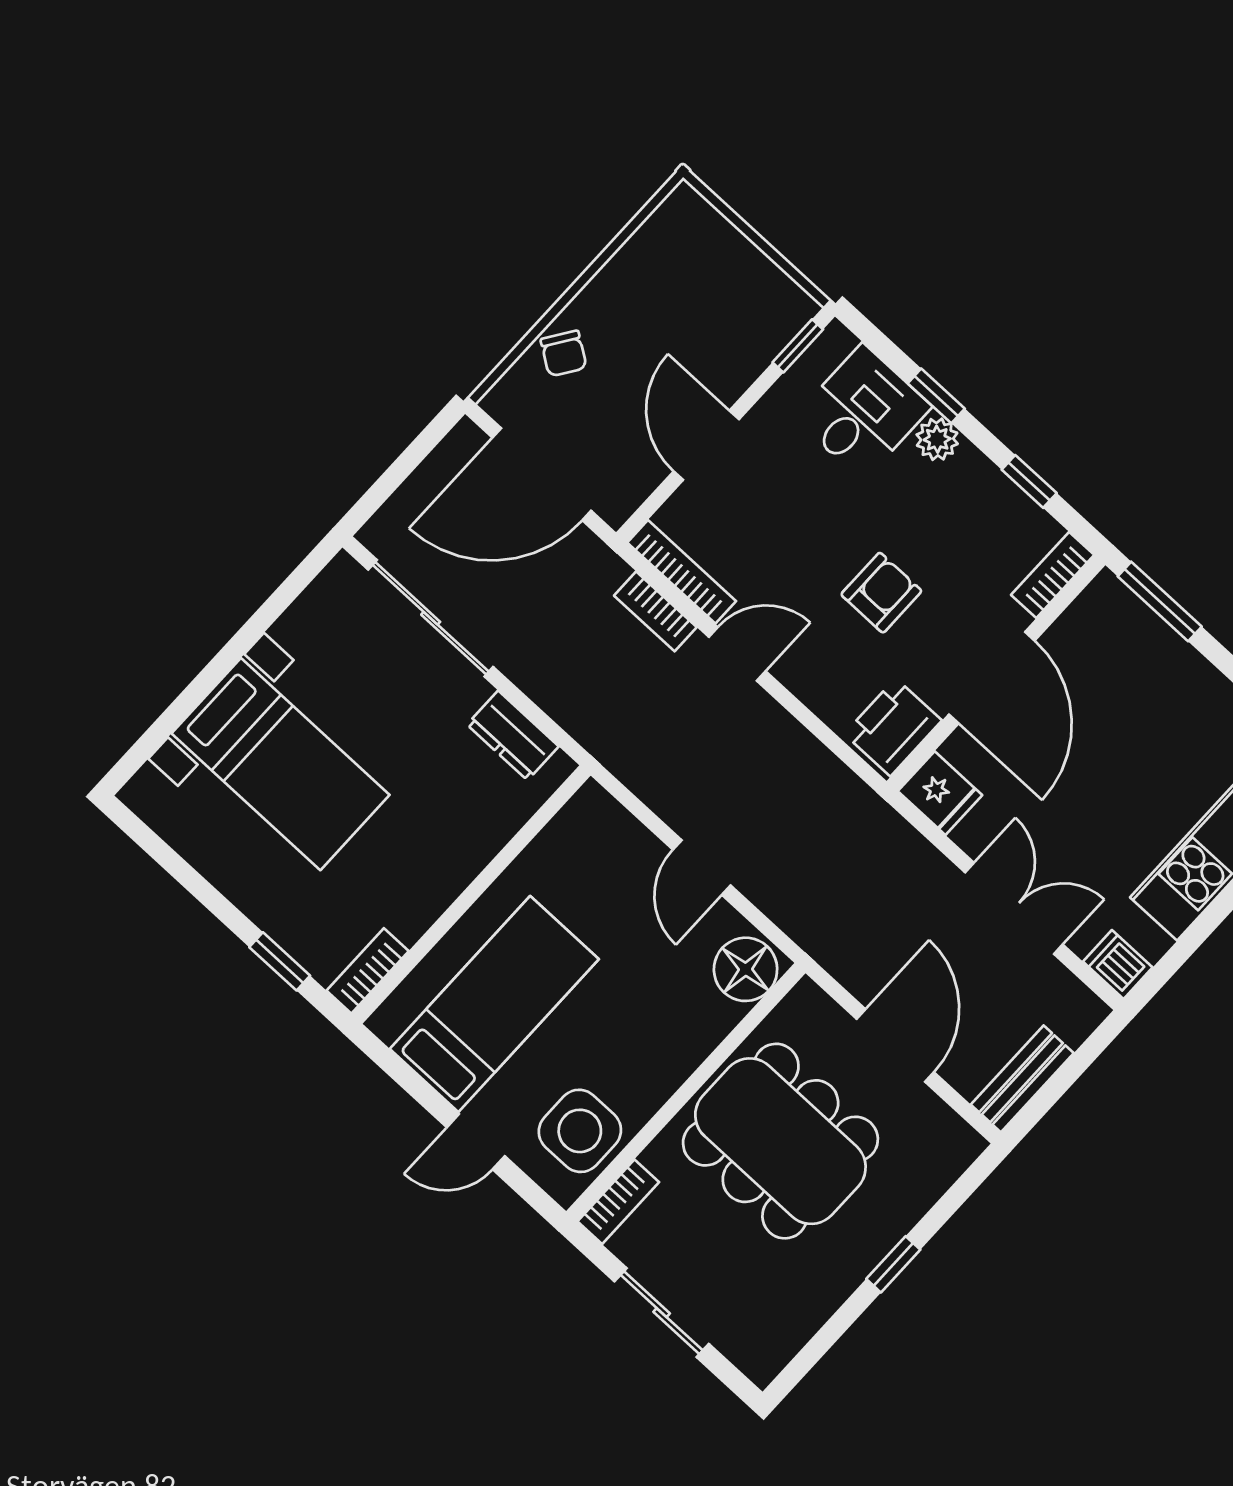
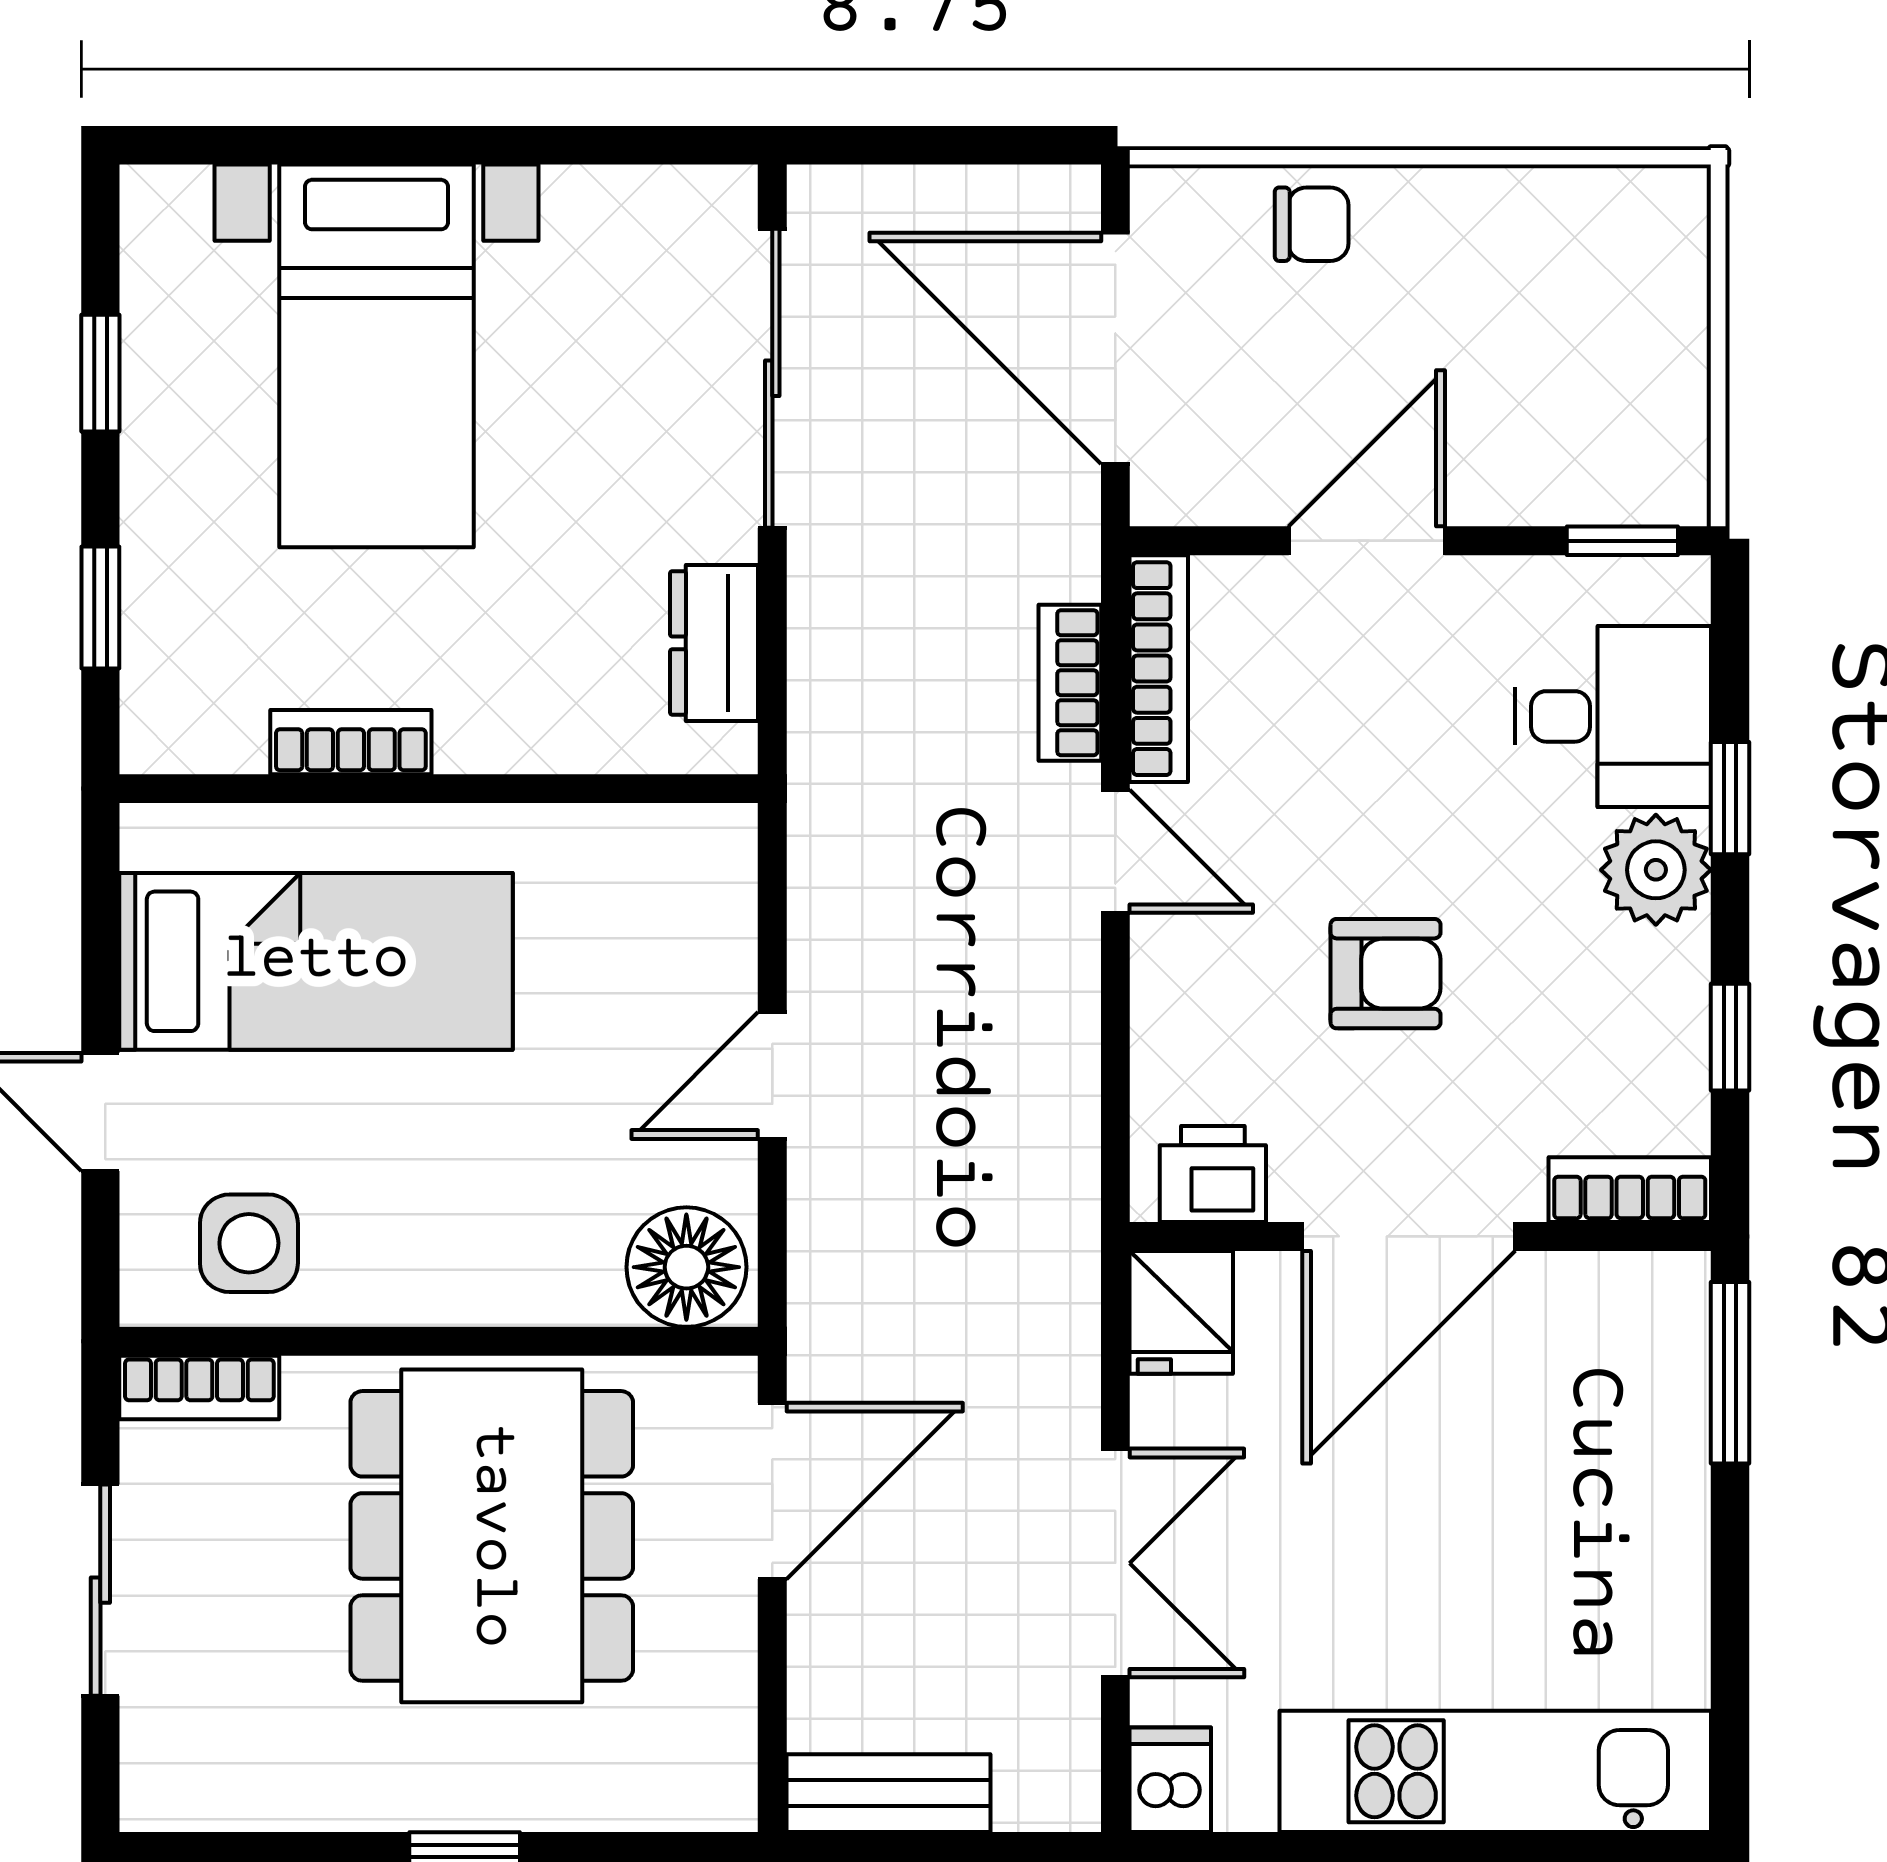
chair: (564, 354) -> (1312, 224), turned -124
plant: (937, 439) -> (1656, 870), width x1.38, depth x1.38
printer: (893, 727) -> (1213, 1174), width x0.73, depth x0.81
window: (188, 878) -> (100, 373), added
bookcase: (368, 971) -> (351, 742), moved
door: (895, 1045) -> (772, 1491), moved
side table: (580, 1131) -> (249, 1243), width x0.73, depth x0.73

